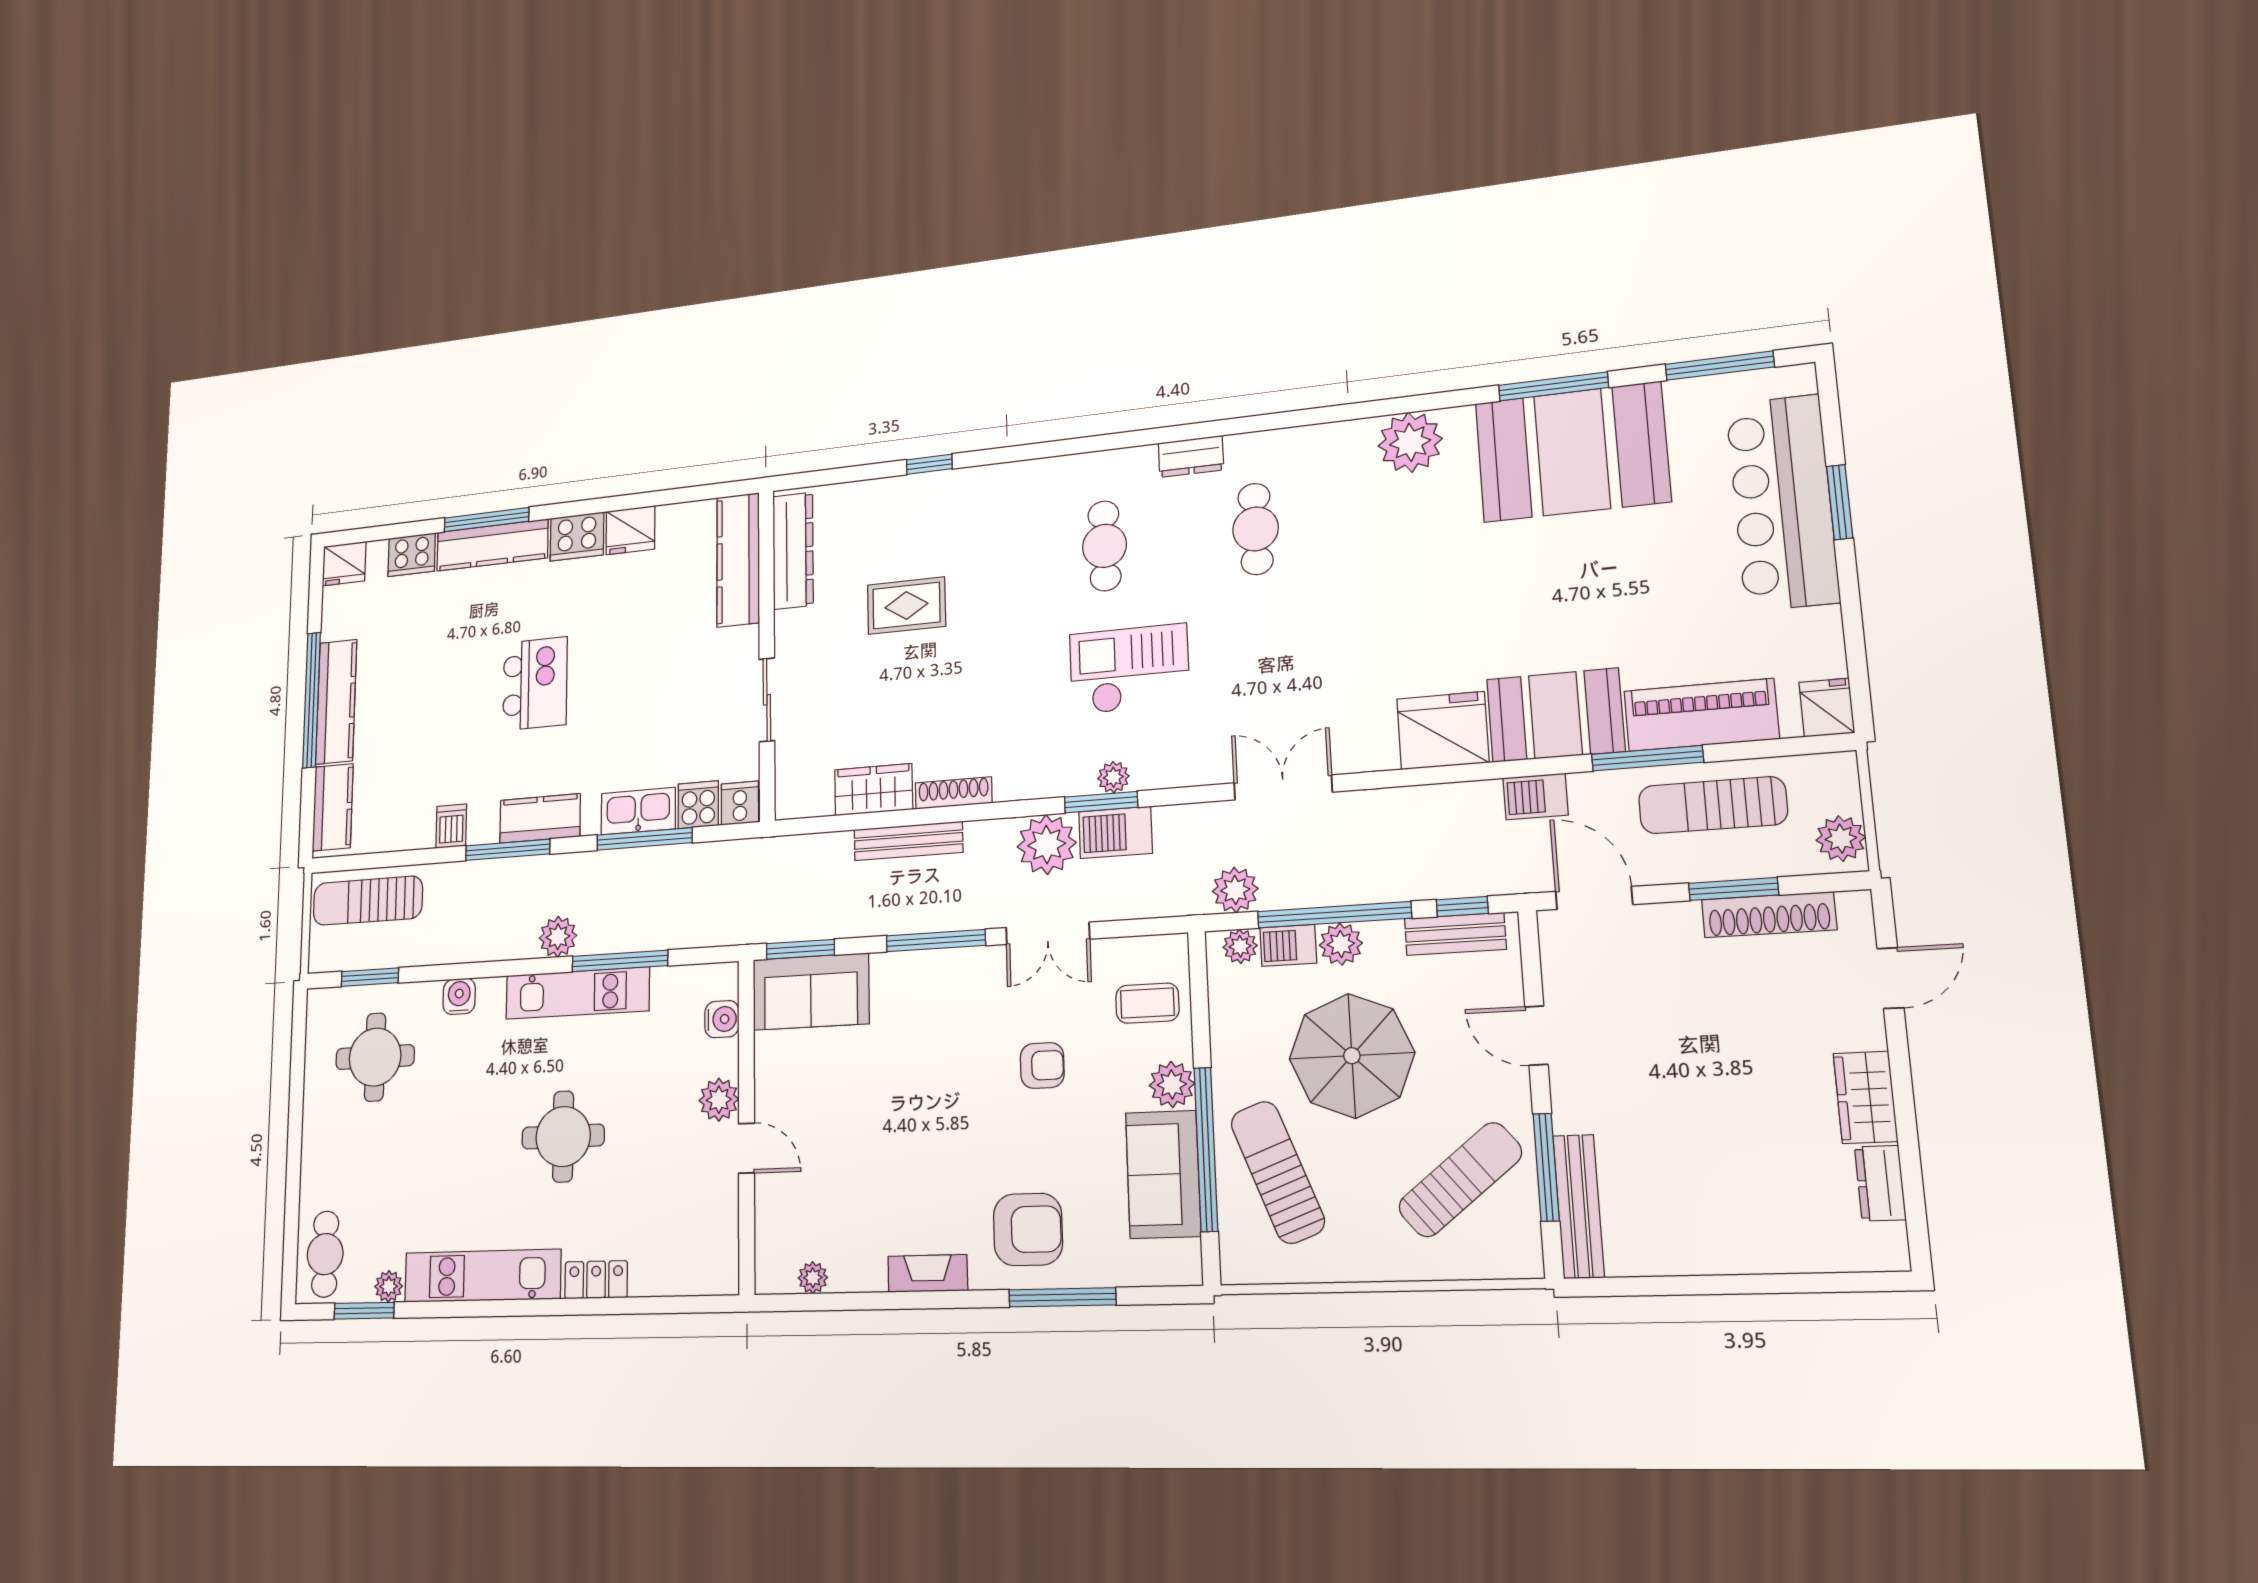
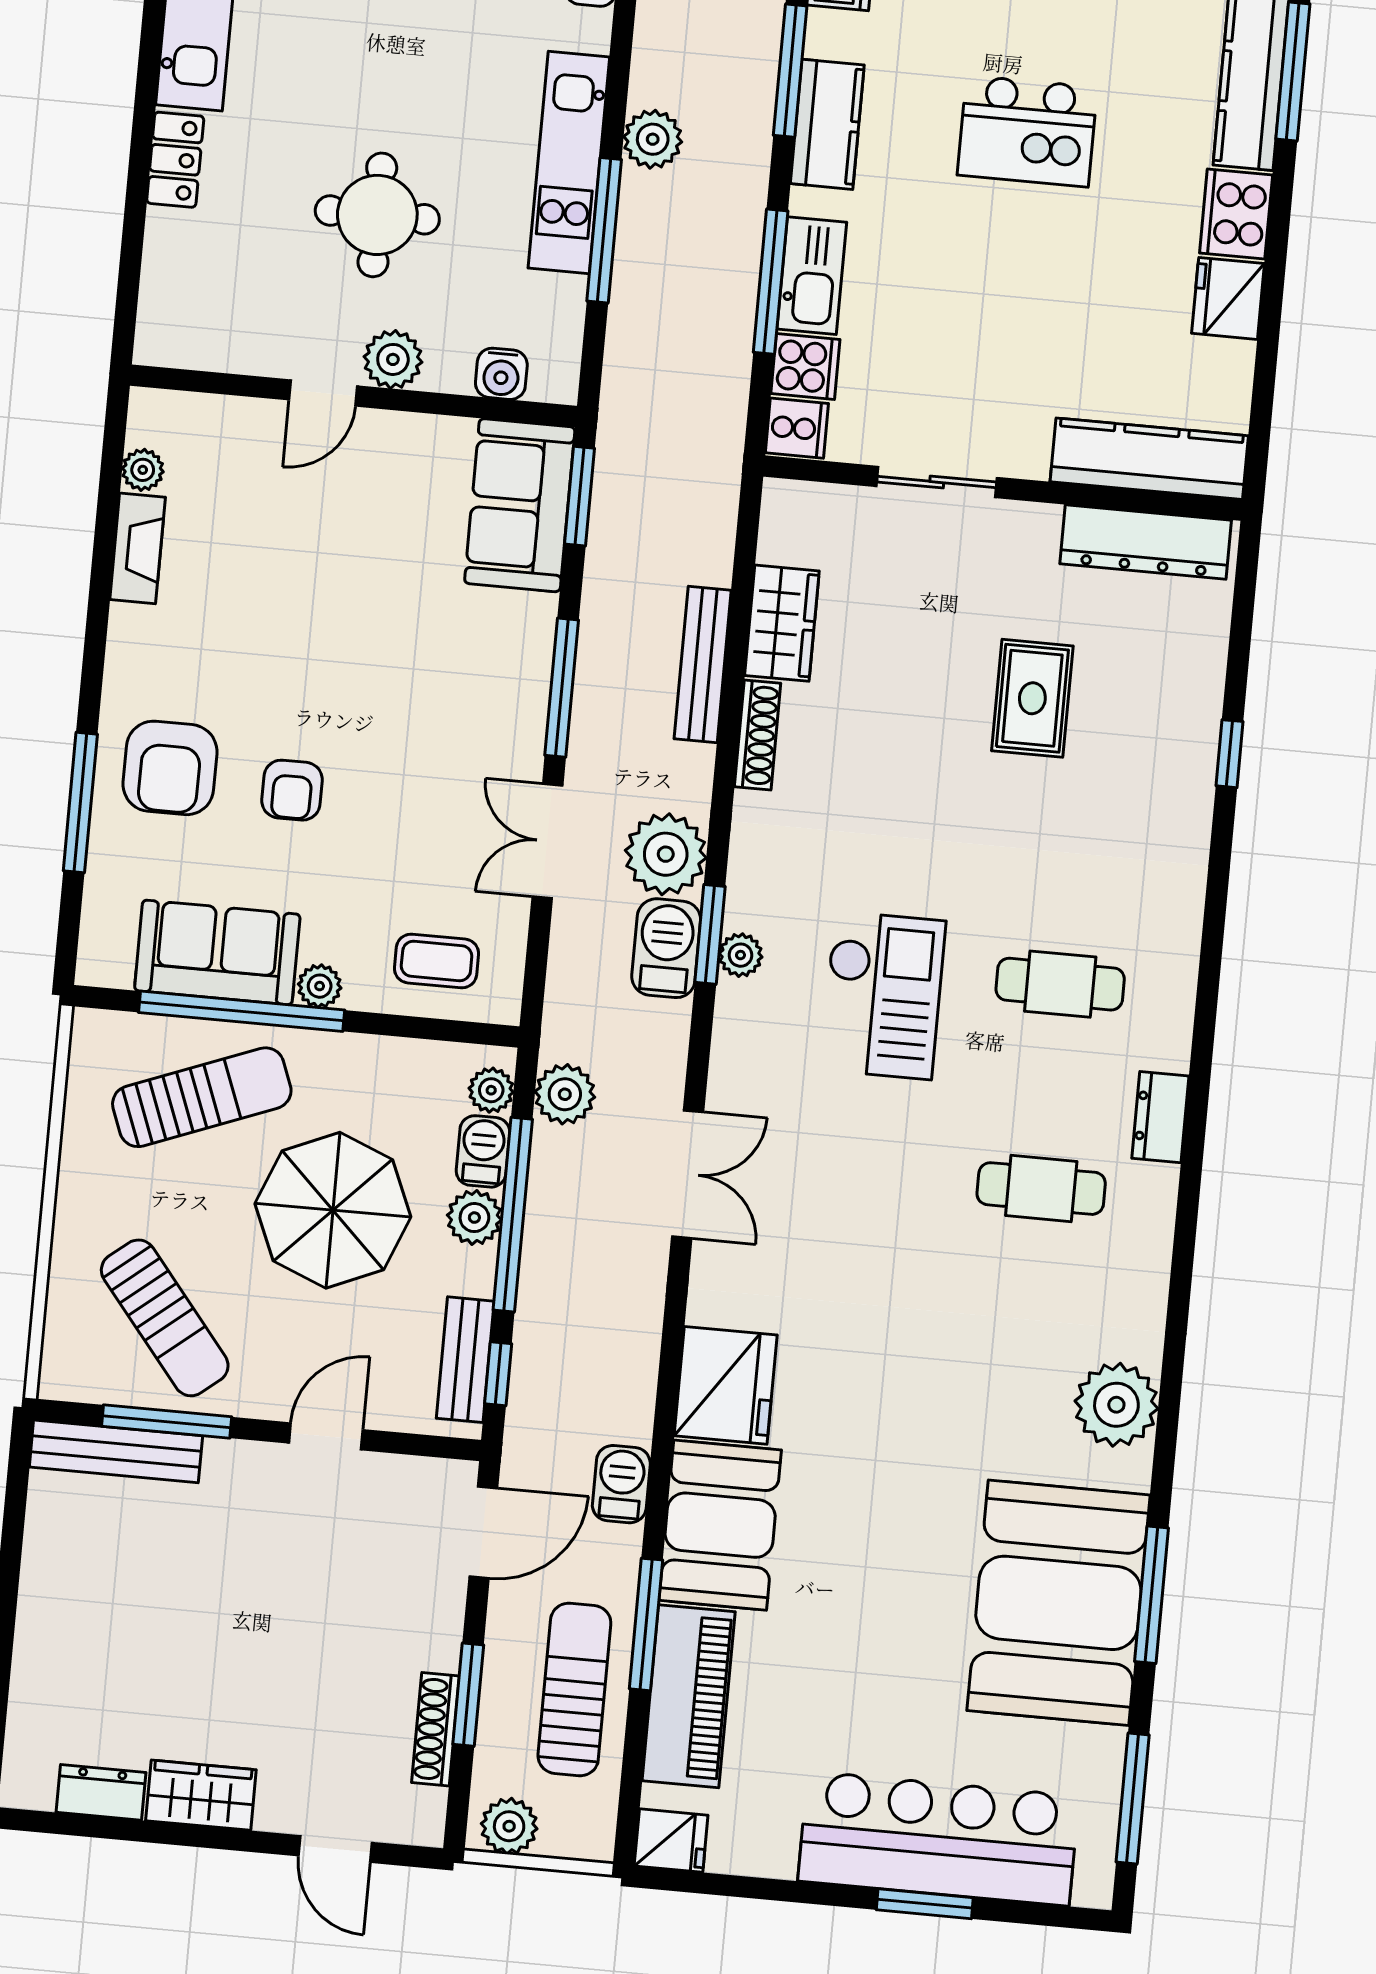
shoe rack: (1769, 915) -> (435, 1729), width x0.74, depth x0.81
coffee table: (1147, 1003) -> (437, 961), turned 90
armchair: (1042, 1065) -> (292, 790), moved
plant: (1172, 1085) -> (320, 986), width x0.73, depth x0.73
round table: (563, 1136) -> (377, 215), moved
fireplace: (928, 1273) -> (138, 548), moved

